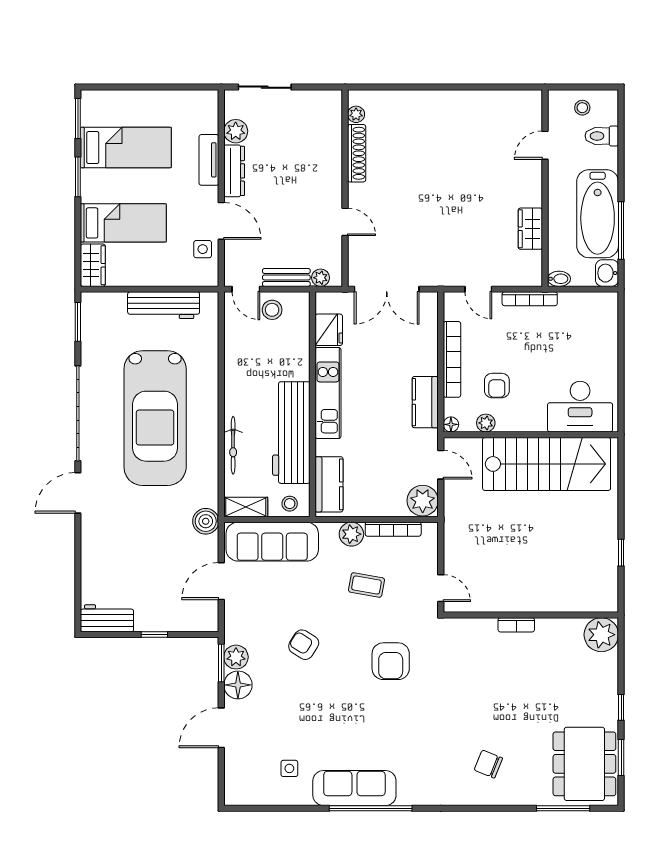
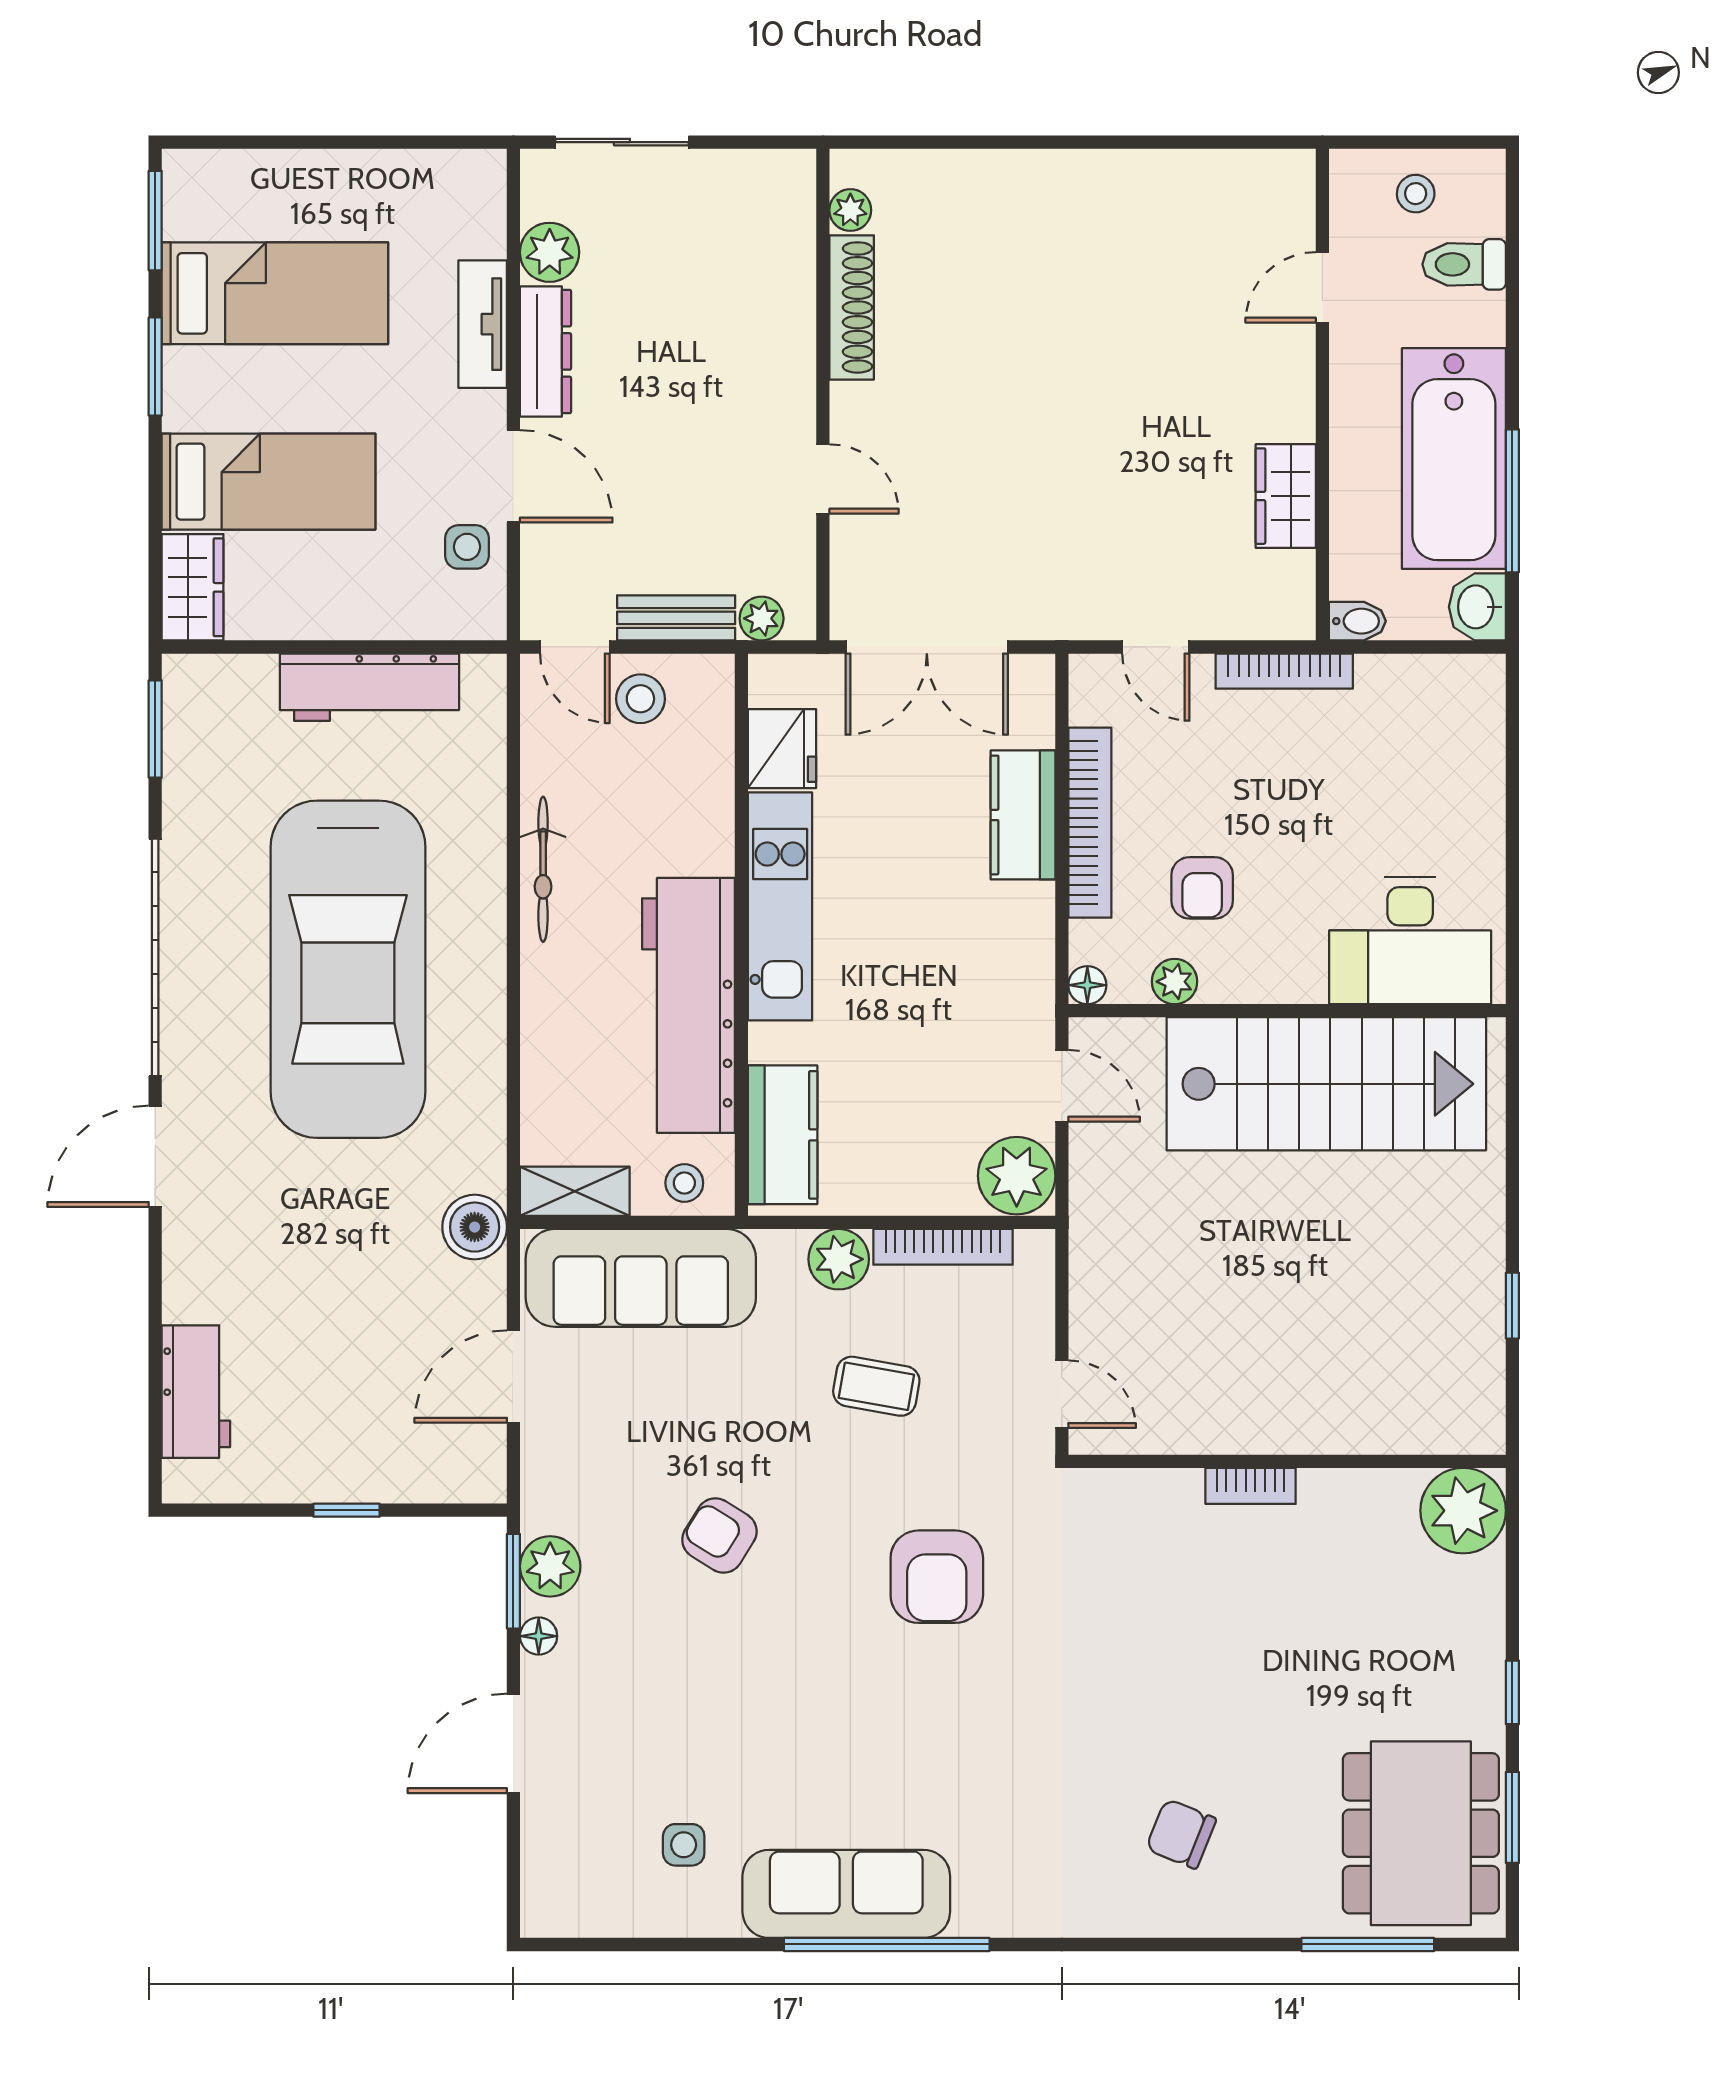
kitchen counter: (425, 402) -> (1023, 815), moved
bicycle: (233, 445) -> (543, 869), moved
workbench: (107, 618) -> (196, 1392), moved, turned 90
floor lamp: (238, 685) -> (539, 1636), width x0.53, depth x0.53

